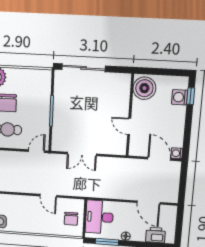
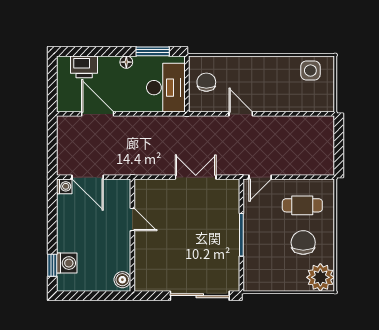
boiler: (144, 88) -> (122, 280), width x0.54, depth x0.54

